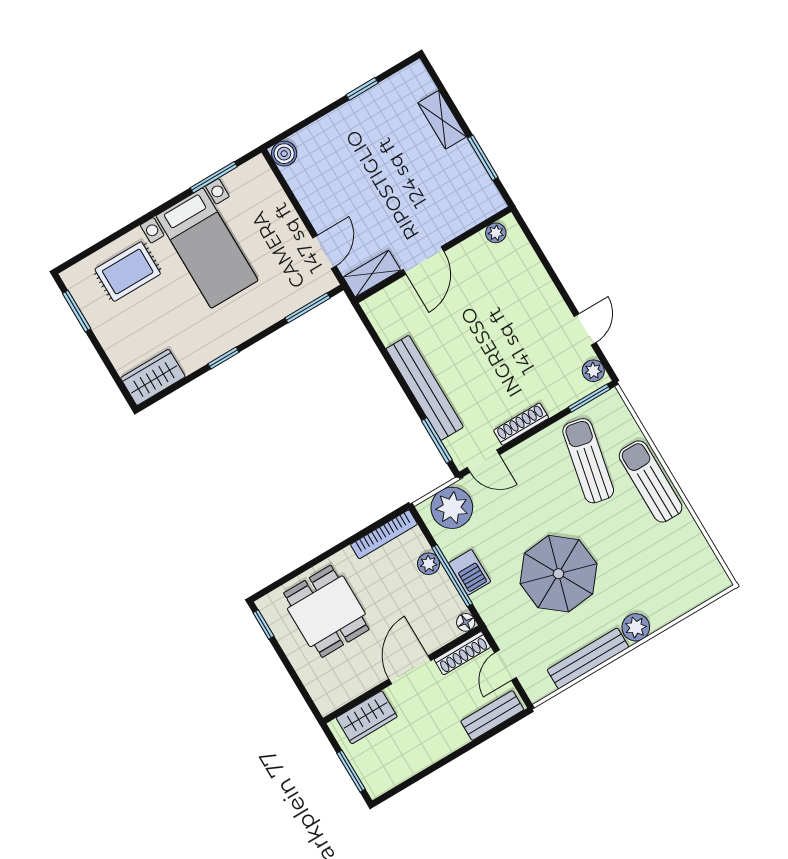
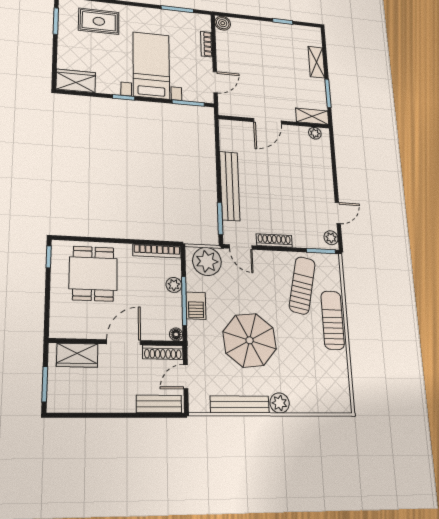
bookcase: (281, 203) -> (206, 44), added
bed with nightstands: (207, 248) -> (151, 65), moved, turned 180
shelving: (372, 274) -> (312, 116), moved

